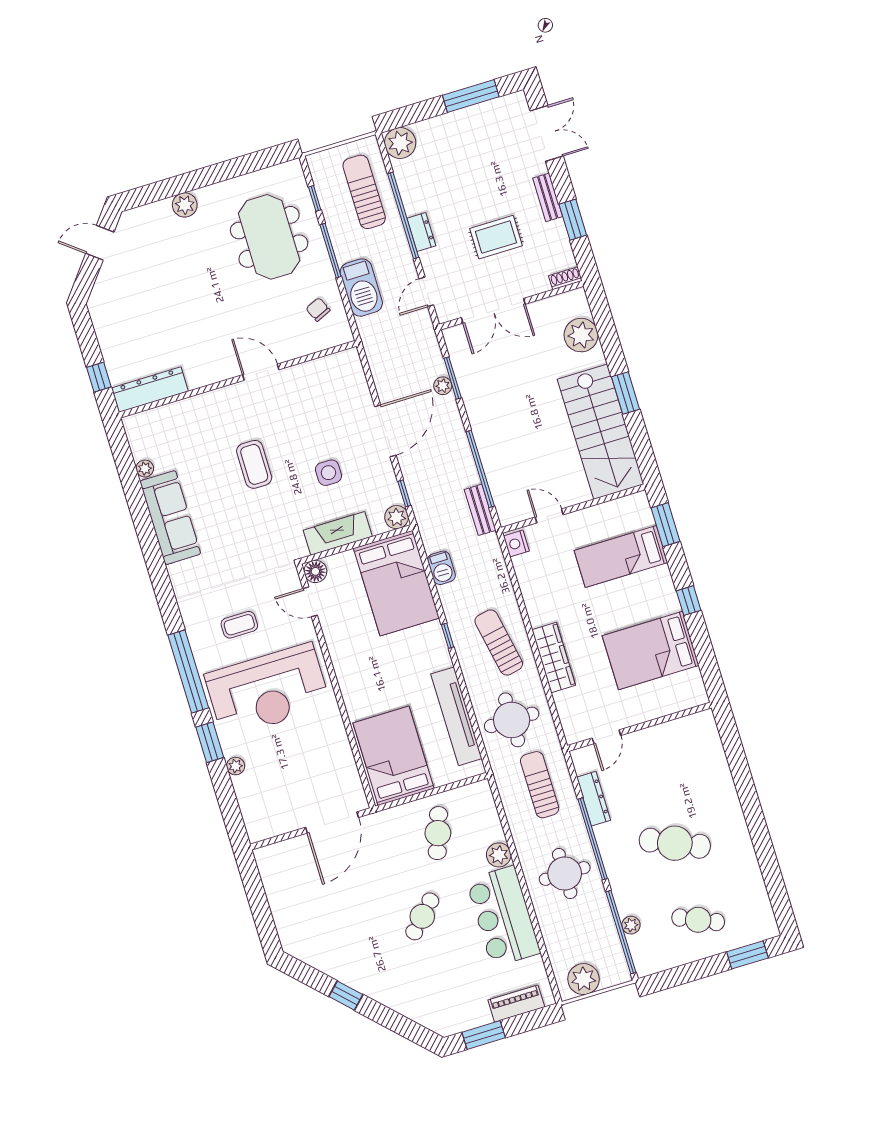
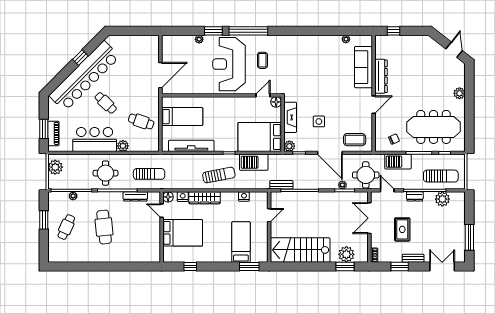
double door: (547, 133) -> (442, 266), swing flipped
plant: (400, 143) -> (442, 199), moved
meeting table: (269, 237) -> (433, 127), width x1.36
dresser: (150, 390) -> (381, 76), moved
window: (626, 393) -> (345, 266), moved
coffee table: (254, 464) -> (355, 140), moved
sofa: (170, 518) -> (363, 67), moved, turned 90
nightstand: (516, 543) -> (244, 197), moved
barbecue: (442, 568) -> (254, 162), width x1.88, depth x1.53
window: (689, 601) -> (190, 266), moved
bed: (651, 650) -> (183, 233), moved, turned 90
nightstand: (565, 702) -> (183, 197), added
round table: (512, 720) -> (366, 175), moved
floor lamp: (575, 732) -> (168, 197), added
bed: (393, 756) -> (182, 117), width x0.67
door: (332, 822) -> (160, 75), swing flipped
cafe table: (675, 843) -> (104, 227), turned -30
window: (747, 955) -> (44, 220), moved
bar counter: (381, 976) -> (84, 76), added
window: (484, 1035) -> (44, 129), moved

